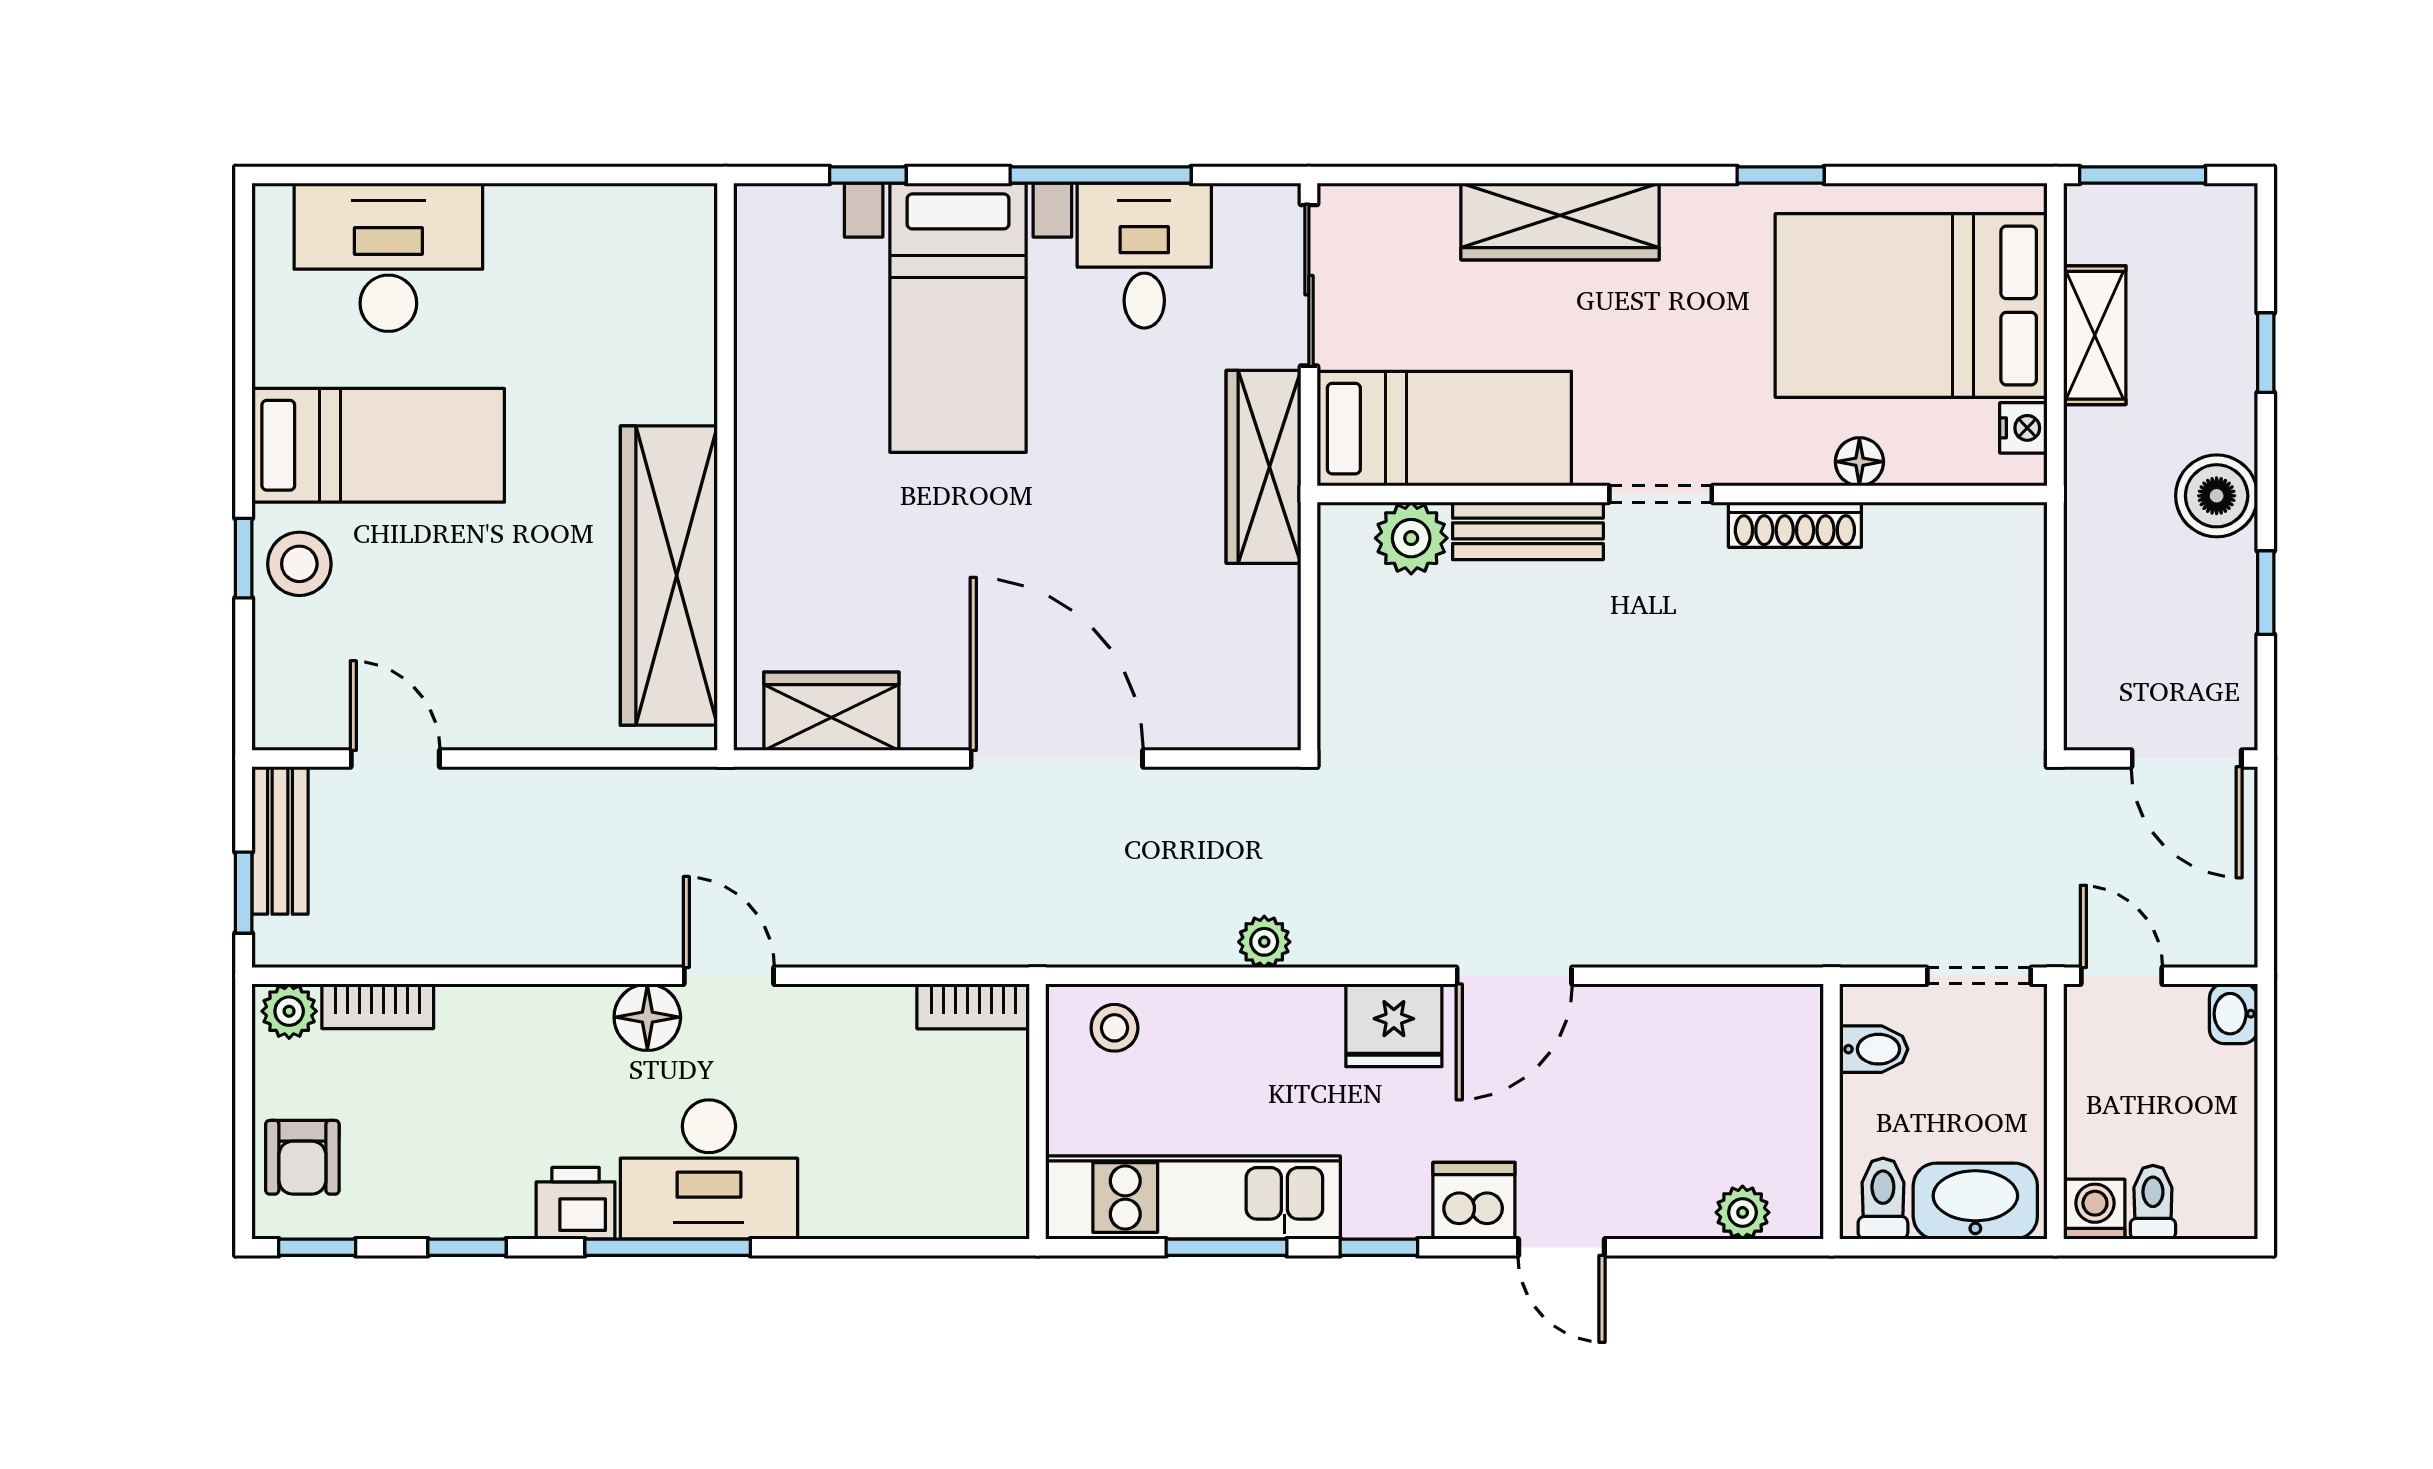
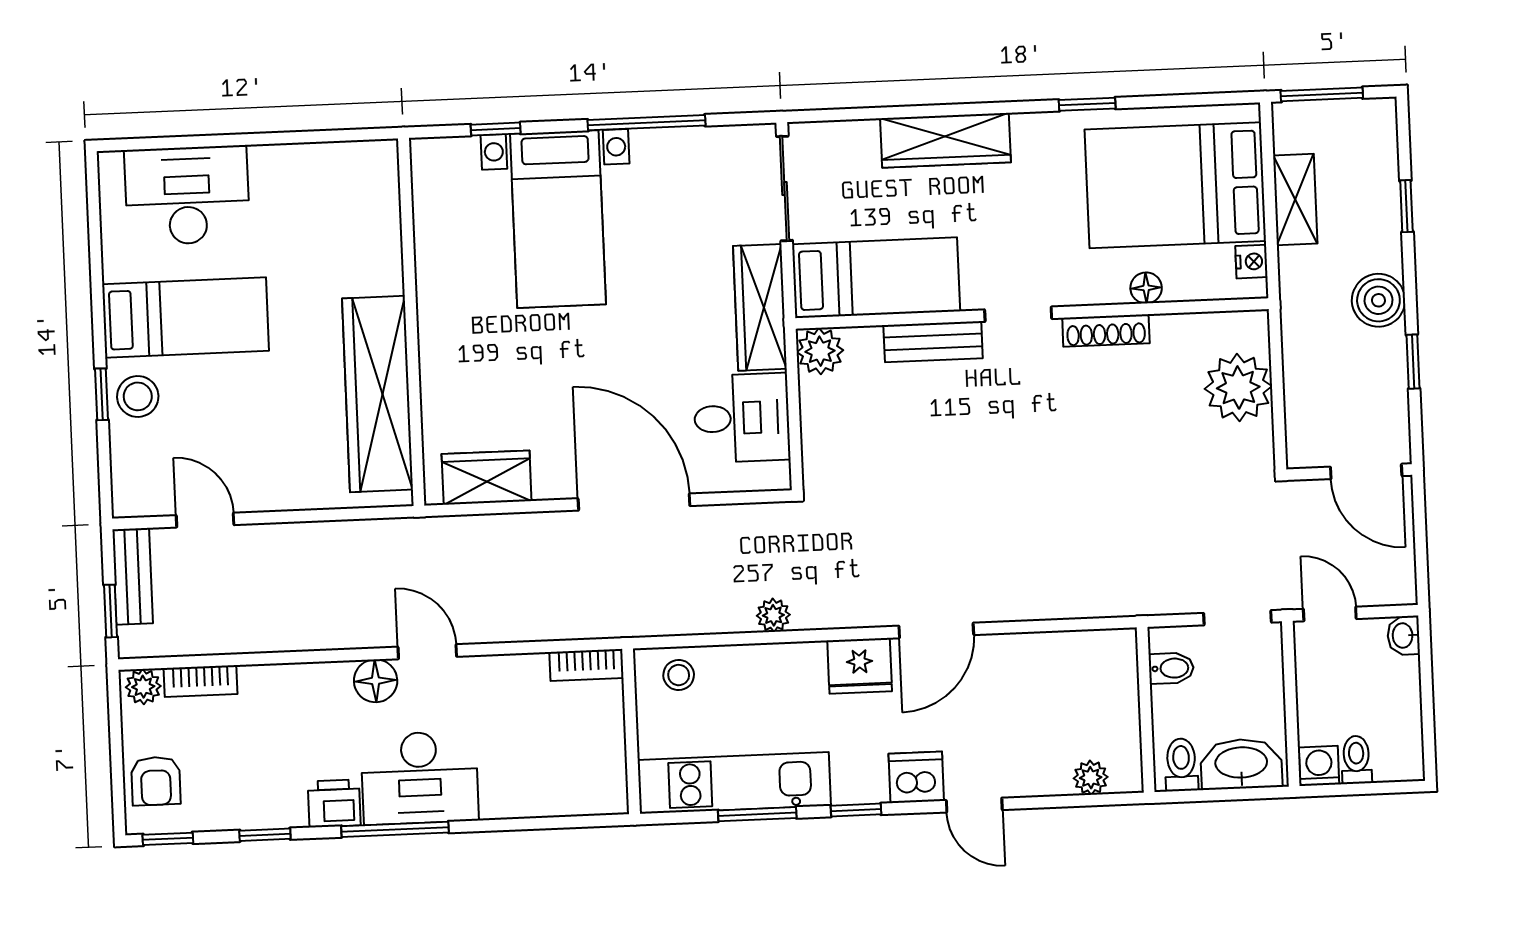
desk: (1144, 256) -> (742, 418), moved, turned 90
plant: (1411, 538) -> (820, 351), moved
plant: (1995, 621) -> (1238, 388), added

